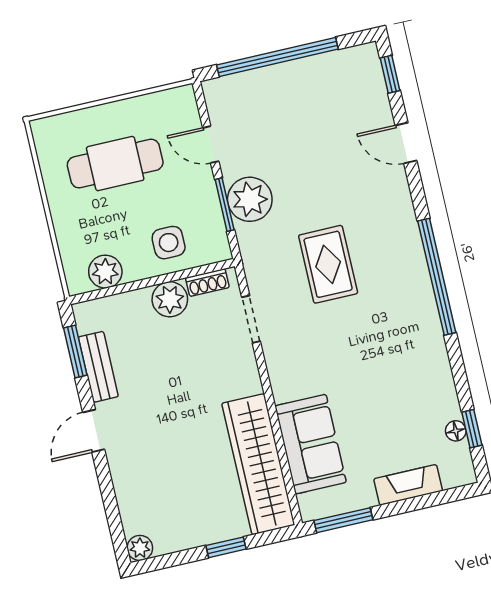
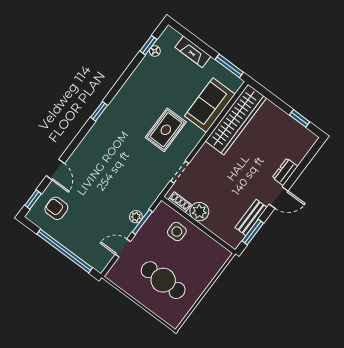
armchair: (349, 97) -> (56, 208), added
door: (211, 145) -> (123, 248), swing flipped
plant: (250, 199) -> (136, 217), width x0.53, depth x0.53
rug: (328, 264) -> (166, 130), moved
plant: (105, 272) -> (210, 247), removed
window: (437, 277) -> (99, 111), width x0.32
dresser: (123, 471) -> (285, 172), added
window: (226, 547) -> (300, 118), moved
plant: (140, 548) -> (310, 139), removed

